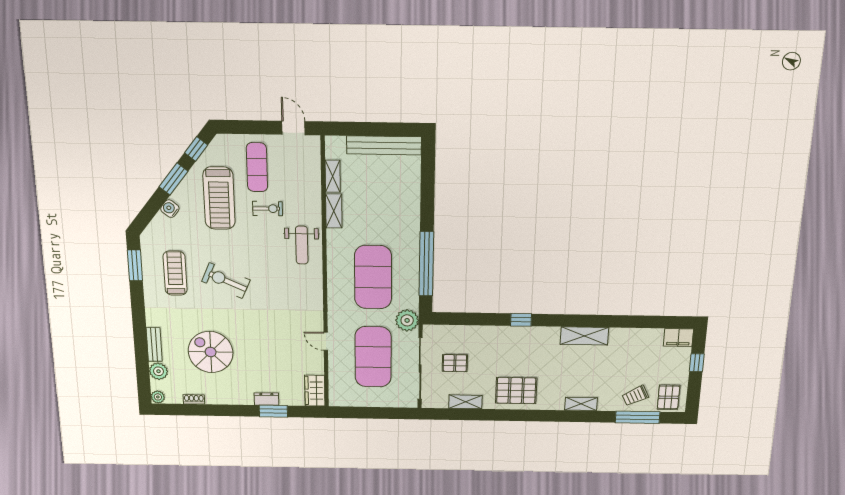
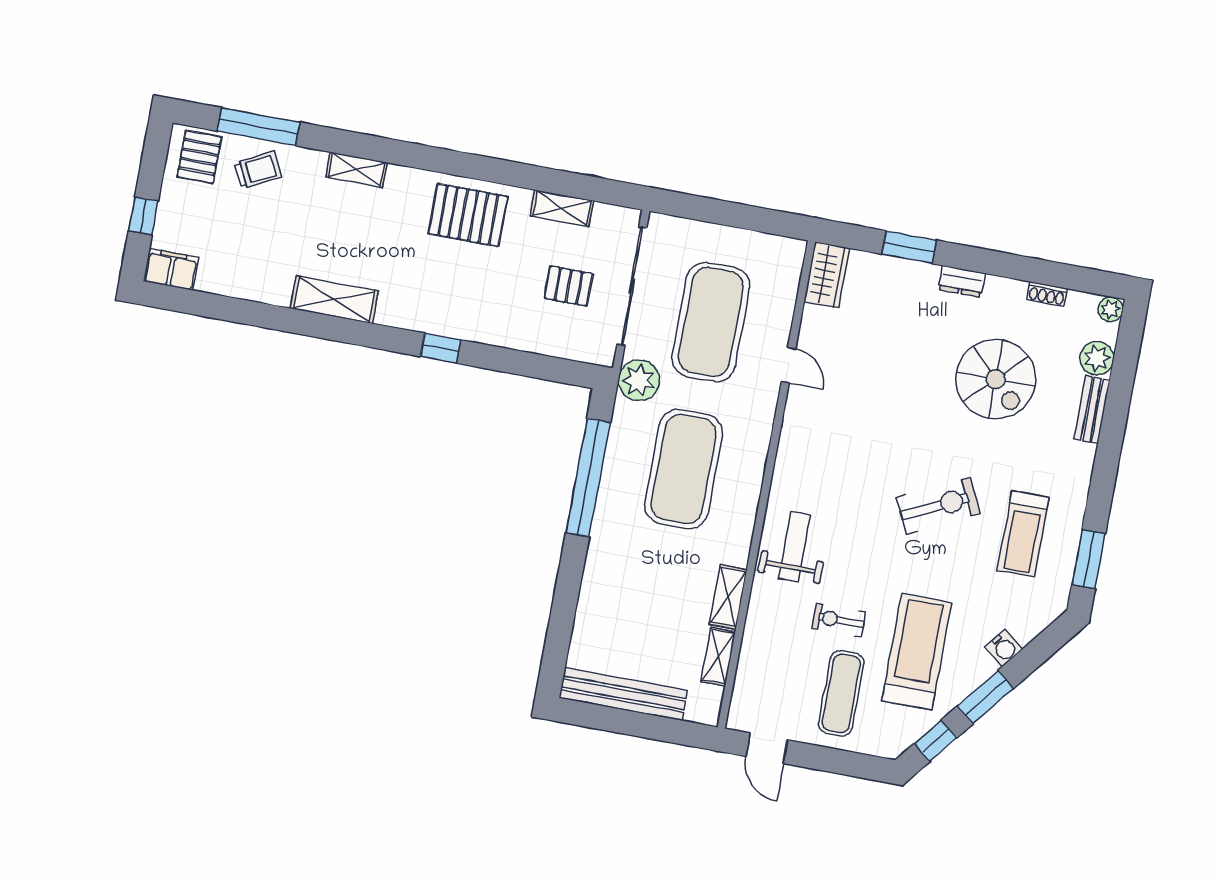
exercise bike: (226, 281) -> (938, 506), turned -50
dresser: (266, 399) -> (962, 281), moved

